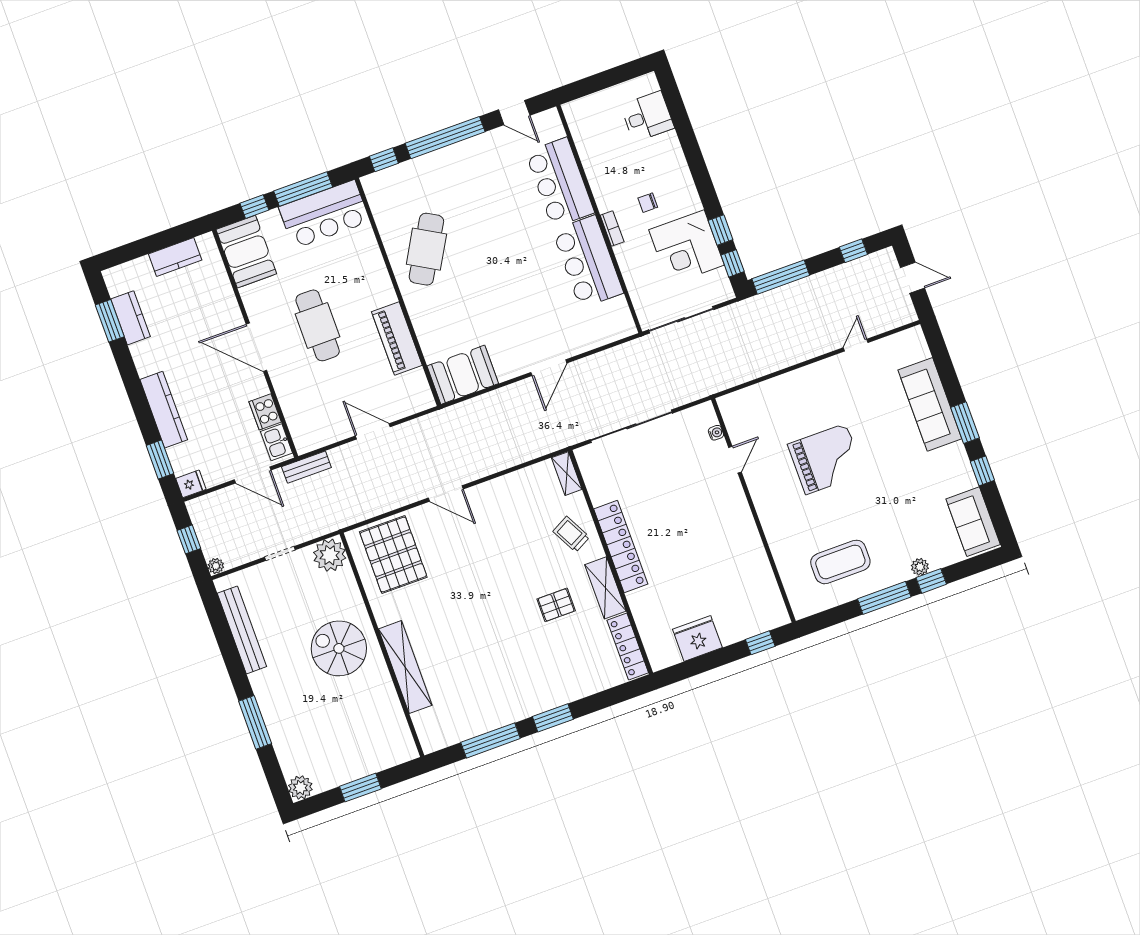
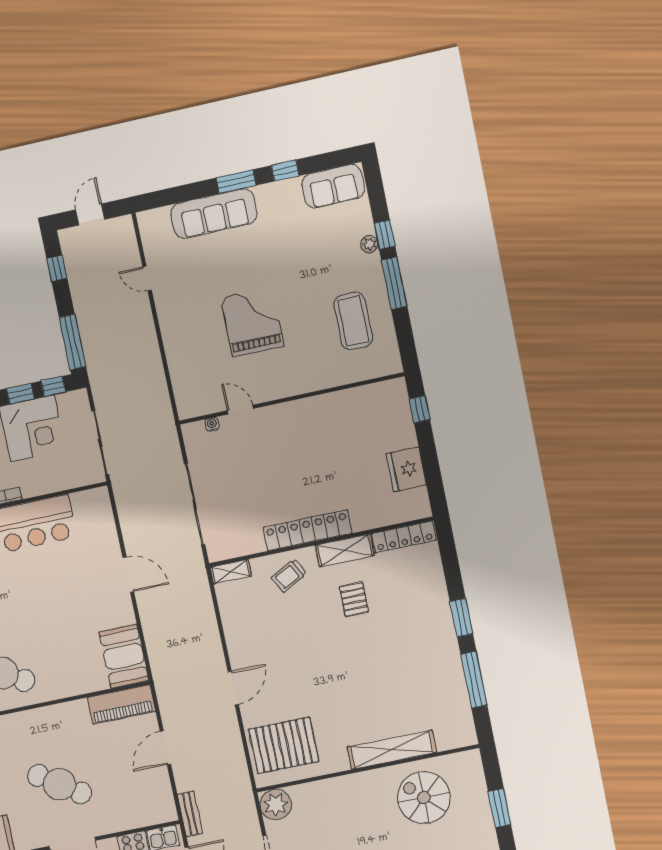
cafe table: (318, 325) -> (60, 784), turned 34
piano: (397, 339) -> (121, 705), moved
spiral stairs: (339, 648) -> (424, 798), moved, turned 90

